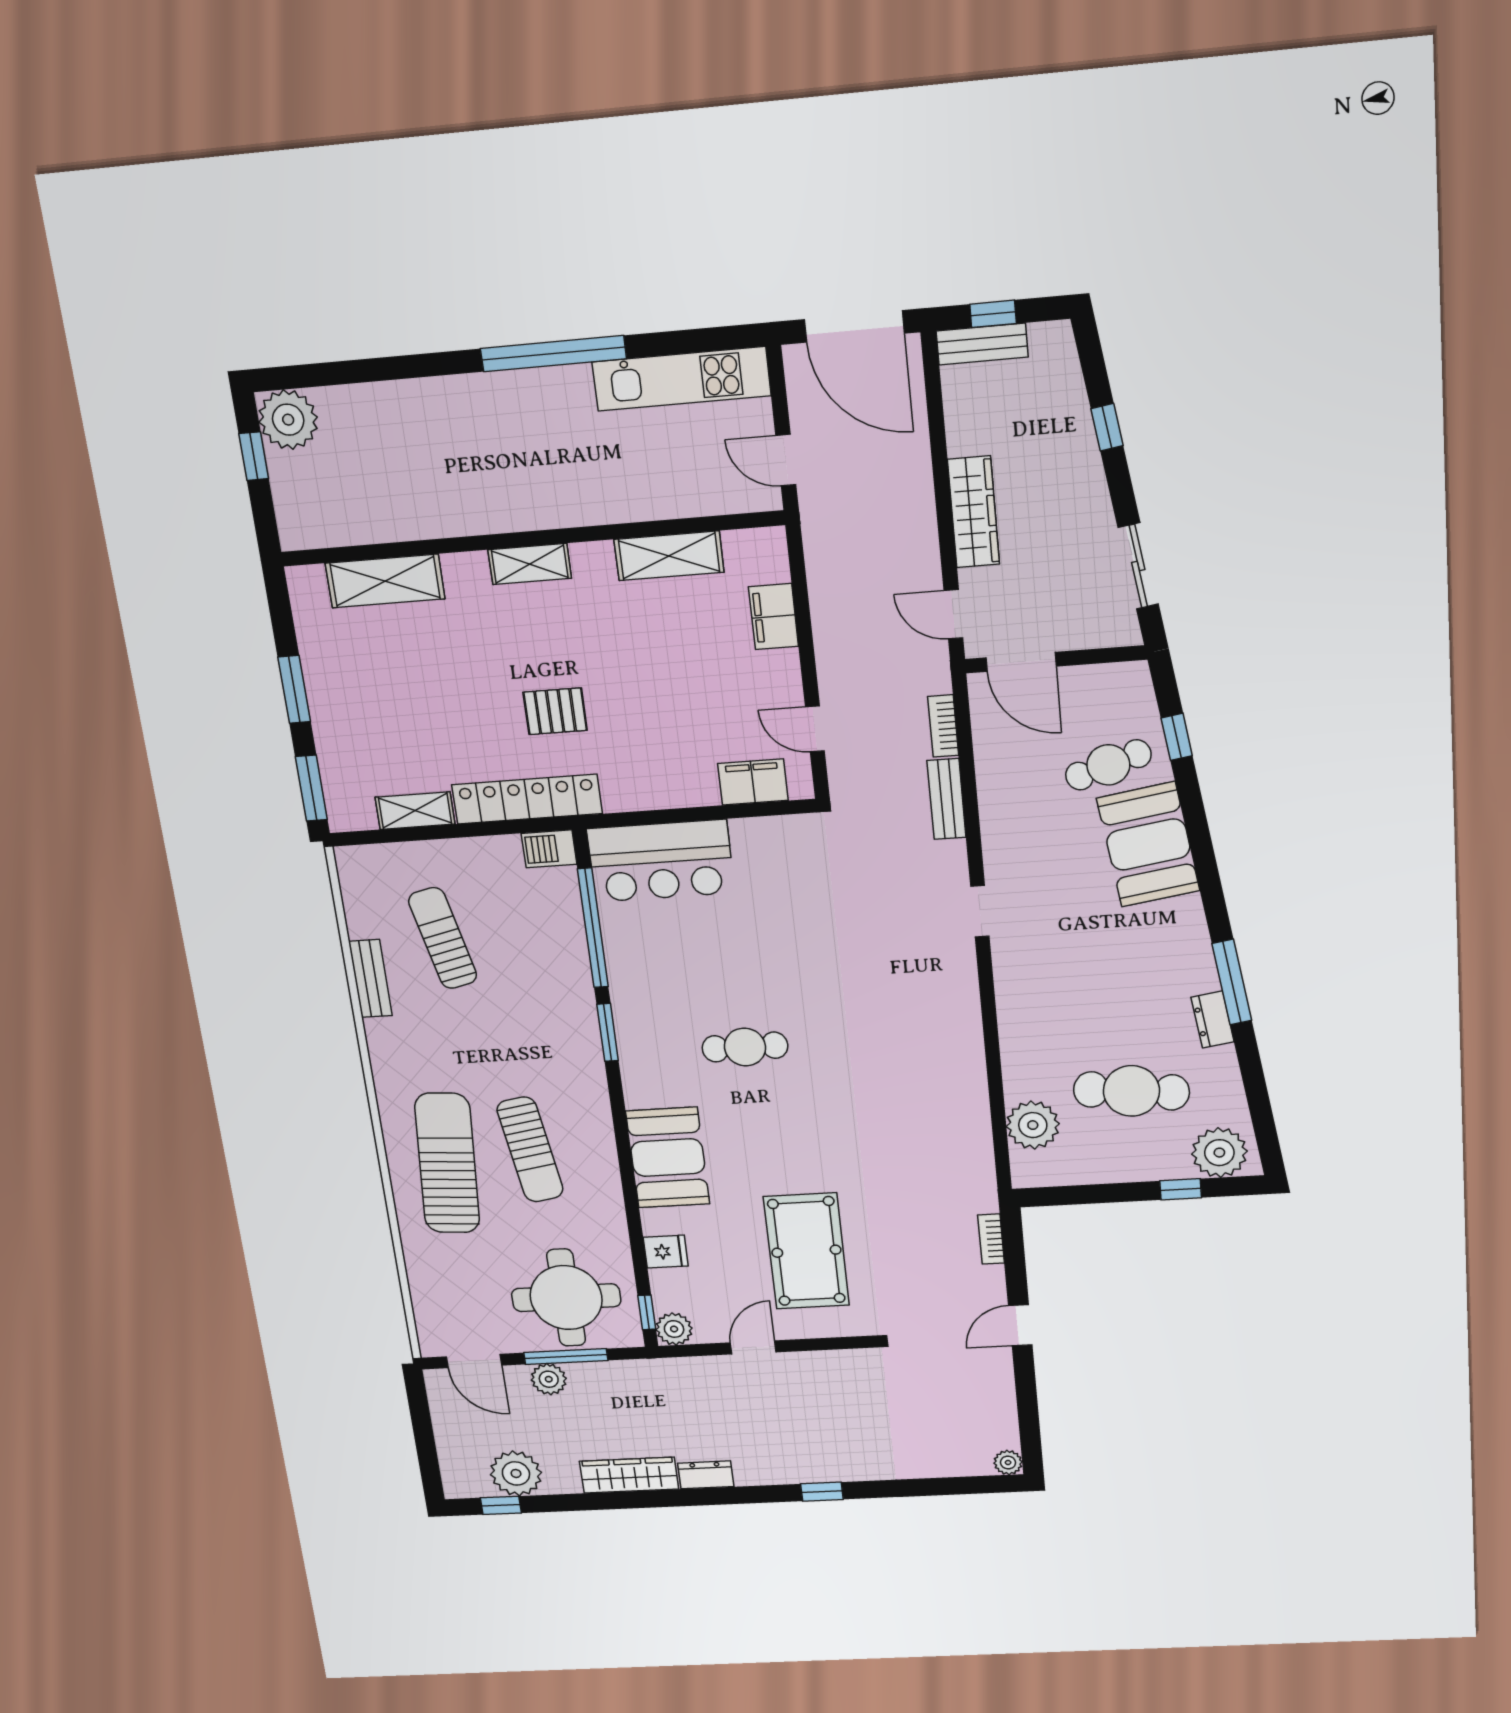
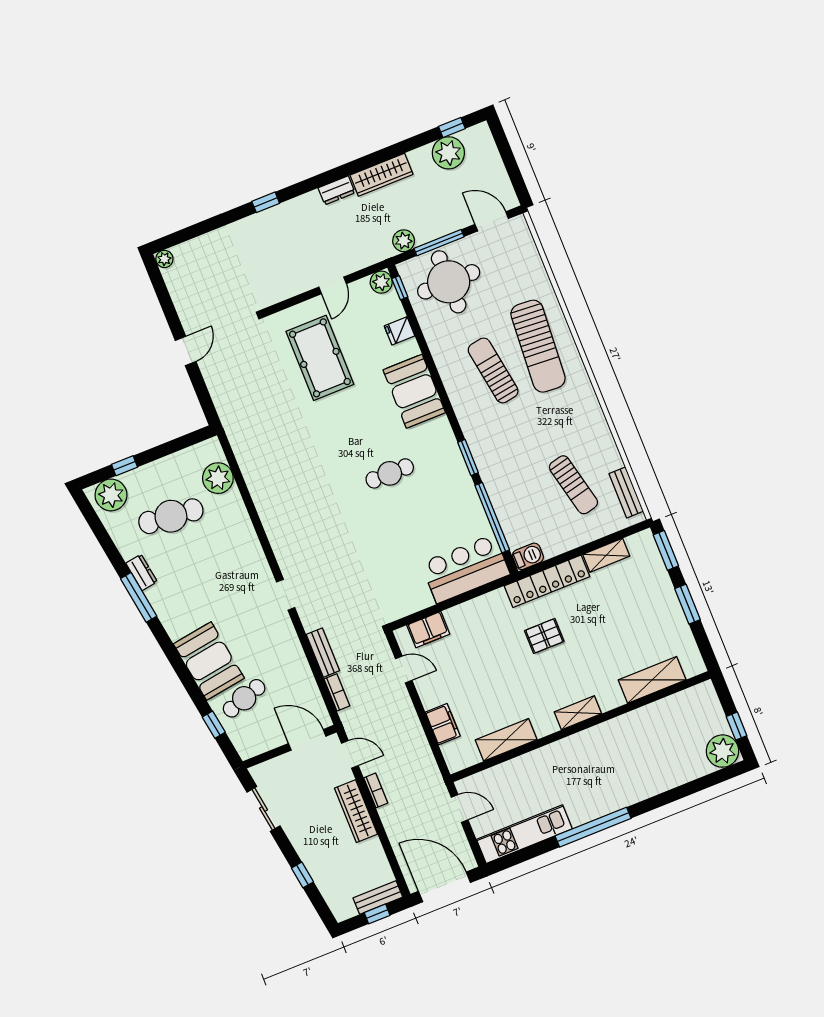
bench: (370, 978) -> (626, 492), moved
bookcase: (991, 1239) -> (376, 790), moved
plant: (549, 1379) -> (404, 241), moved

